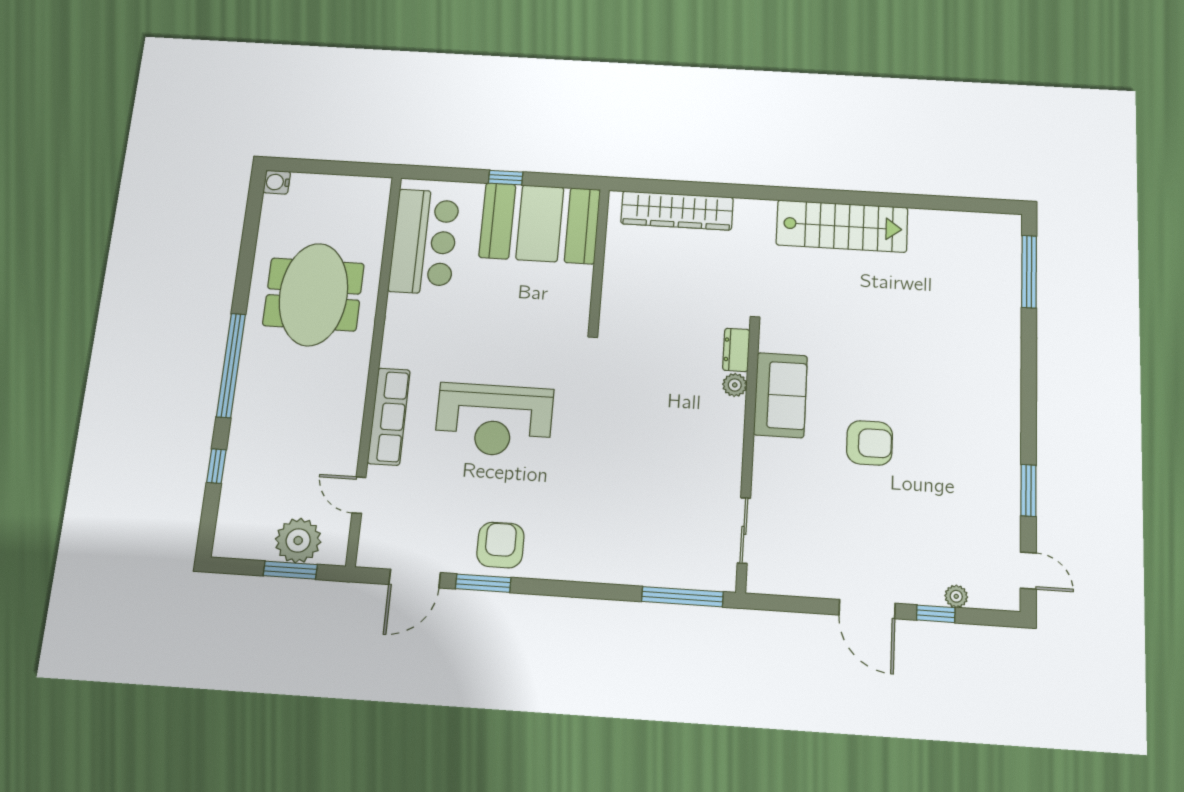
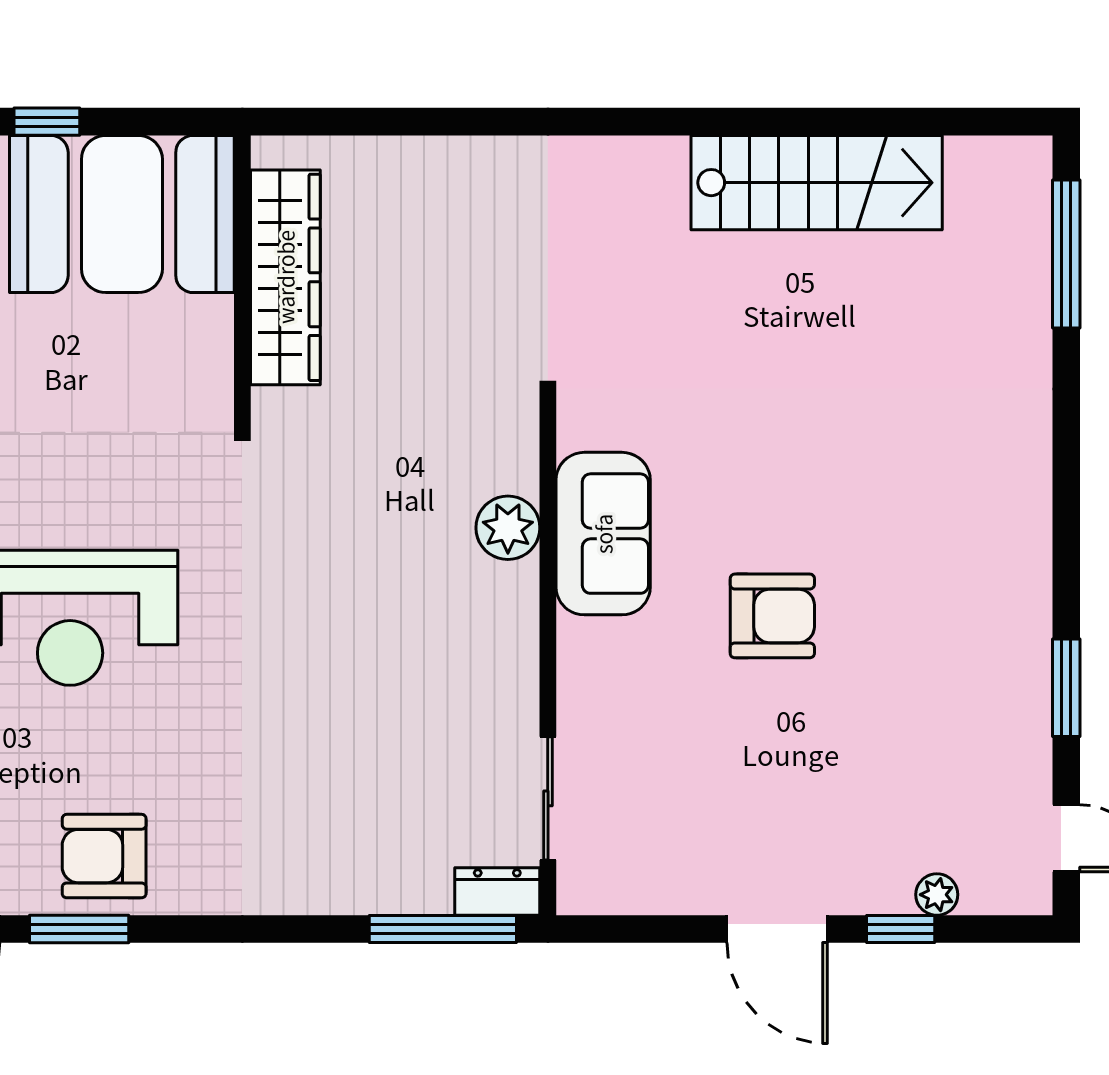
wardrobe: (677, 210) -> (285, 277), moved, turned -90
stairs: (842, 226) -> (817, 183), moved
dresser: (736, 350) -> (497, 892), moved, turned 90
plant: (735, 385) -> (508, 528), width x1.38, depth x1.38
armchair: (500, 545) -> (104, 856), turned -90

